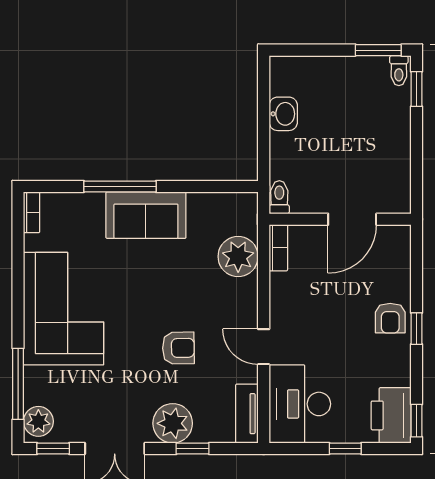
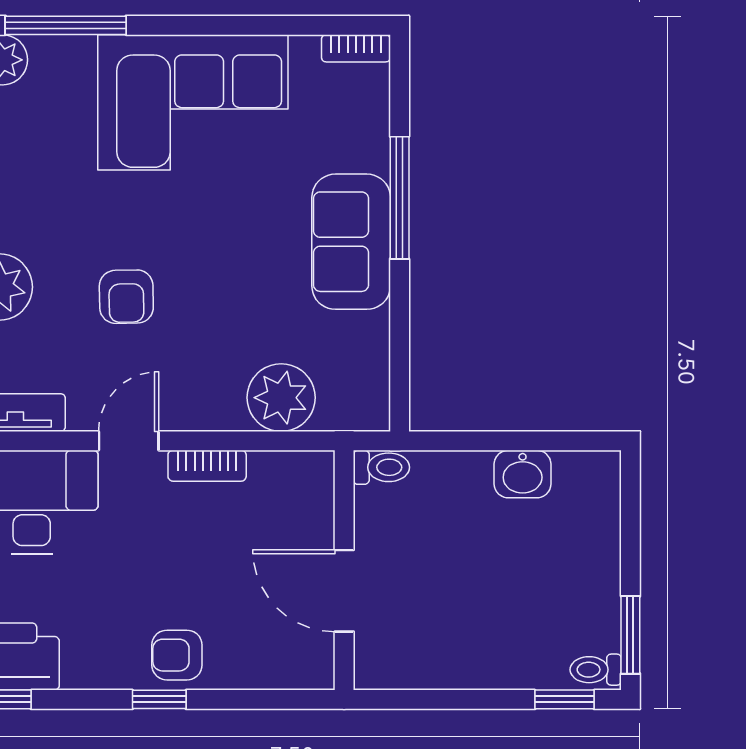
bookcase: (278, 248) -> (207, 466), moved

